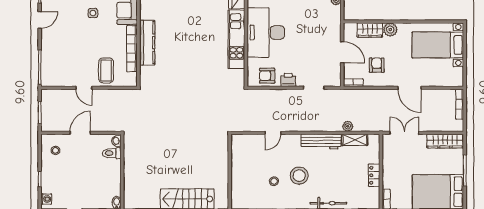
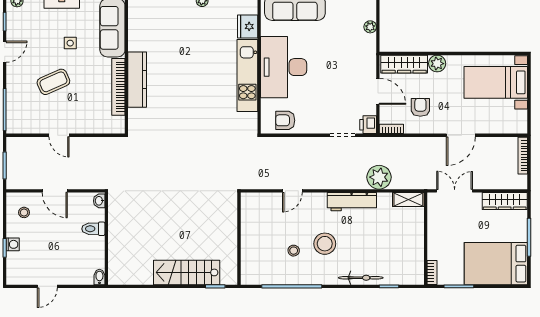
wardrobe: (370, 30) -> (404, 64), width x1.50
coffee table: (106, 70) -> (53, 82), moved, turned 66
printer: (288, 80) -> (368, 125), moved, turned -90
door: (409, 88) -> (461, 135), hinge flipped
plant: (348, 126) -> (379, 177), width x1.88, depth x1.88
door: (80, 133) -> (55, 191), swing flipped
shelving: (355, 140) -> (408, 199), moved
toilet: (112, 153) -> (93, 229), moved
locker: (374, 175) -> (417, 243), removed
washing machine: (46, 199) -> (13, 244), moved

